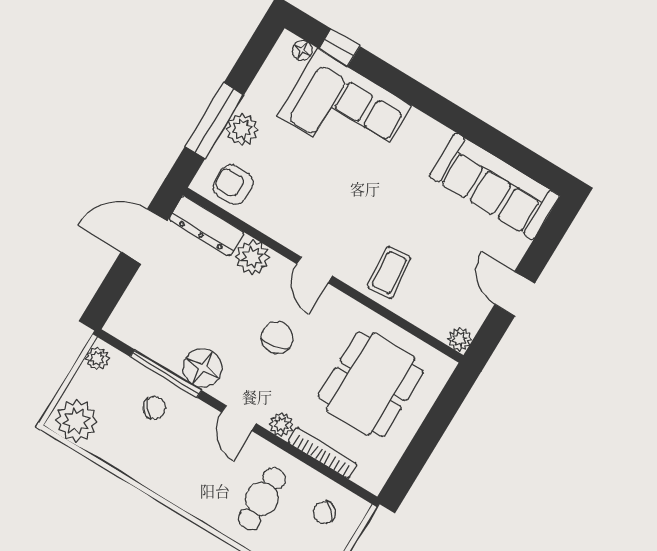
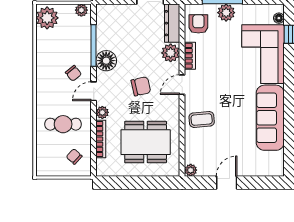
sofa: (494, 186) -> (270, 118), moved
bookcase: (276, 229) -> (190, 56), added
chair: (154, 408) -> (73, 73), moved

